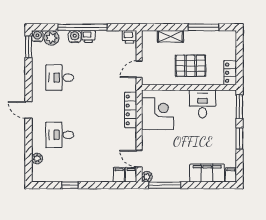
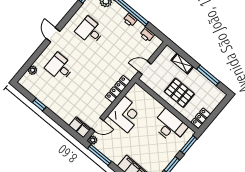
water cooler: (75, 37) -> (121, 13), removed
printer: (130, 37) -> (147, 35), moved
desk: (203, 104) -> (170, 126), width x1.37
corner desk: (158, 114) -> (126, 114), moved
door: (139, 159) -> (97, 124), swing flipped

